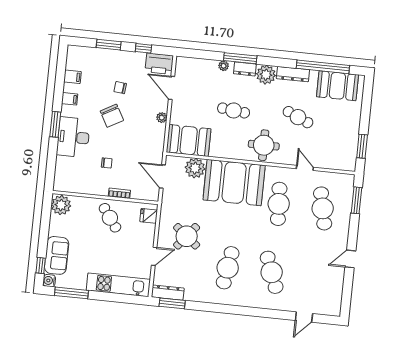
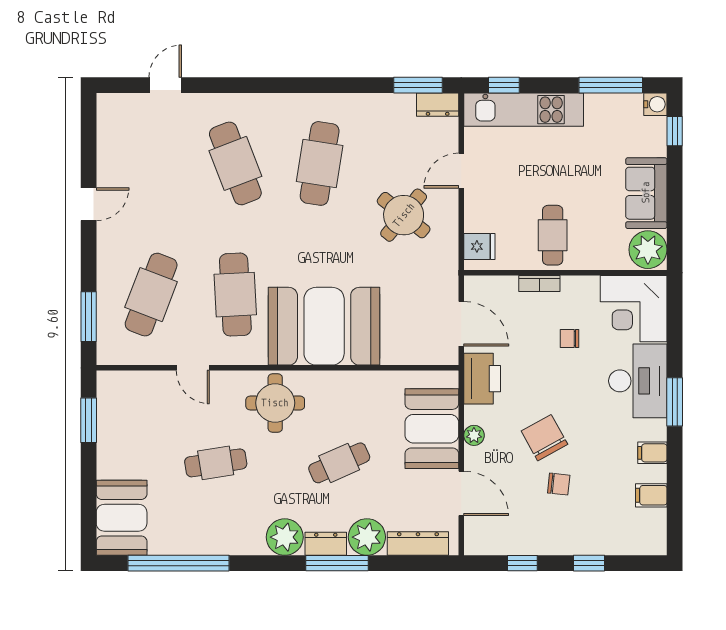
window: (109, 45) -> (589, 563), width x0.67
printer: (159, 64) -> (482, 379), moved, turned 90
plant: (224, 66) -> (367, 537), width x1.87, depth x1.87
dresser: (293, 74) -> (418, 543), moved
booth: (337, 86) -> (122, 518), moved, turned 90
cafe table: (234, 110) -> (339, 463), turned -30
chair: (112, 116) -> (544, 438), moved
cafe table: (298, 117) -> (216, 463), turned -33
booth: (189, 140) -> (432, 429), moved, turned 90
plant: (195, 168) -> (401, 346), removed
corner desk: (72, 175) -> (634, 309), added
cafe table: (323, 208) -> (151, 295), turned 33
cafe table: (110, 218) -> (553, 235), turned 36
sofa: (57, 255) -> (646, 193), moved
dresser: (168, 293) -> (438, 105), width x0.70
window: (127, 299) -> (504, 85), added

